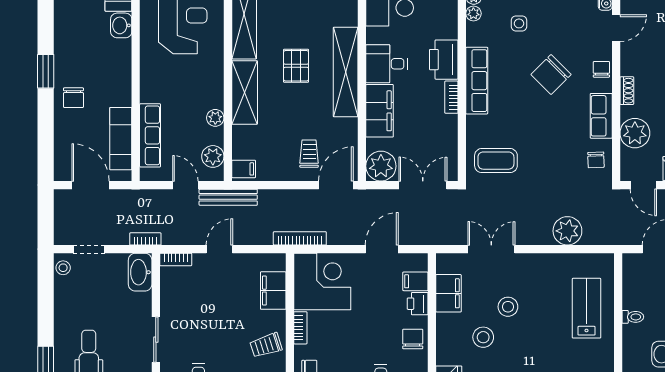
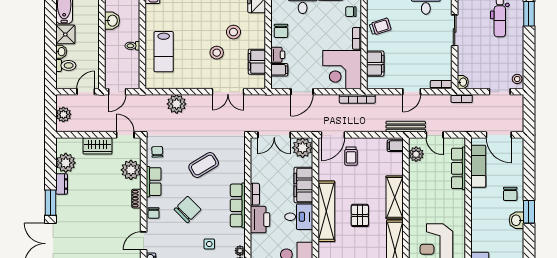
washbasin: (121, 25) -> (516, 220), moved, turned 180
chair: (73, 98) -> (510, 194), turned 180
plant: (215, 118) -> (414, 180), removed
coffee table: (496, 161) -> (204, 165), moved, turned -31
washbasin: (140, 272) -> (463, 82), width x0.52, depth x0.69

